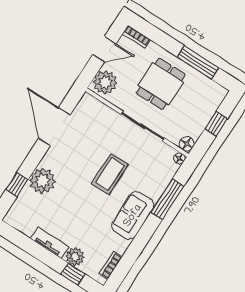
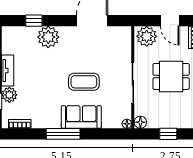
window: (167, 199) -> (63, 134), moved
sofa: (133, 216) -> (81, 117), moved

